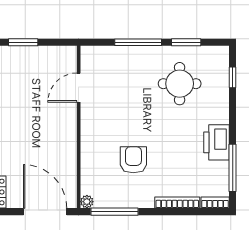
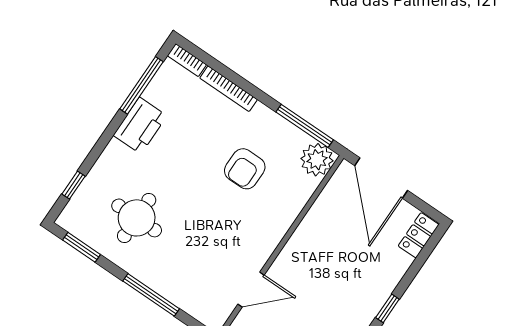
window: (186, 42) -> (81, 247), moved
plant: (87, 202) -> (317, 160), width x1.88, depth x1.88

